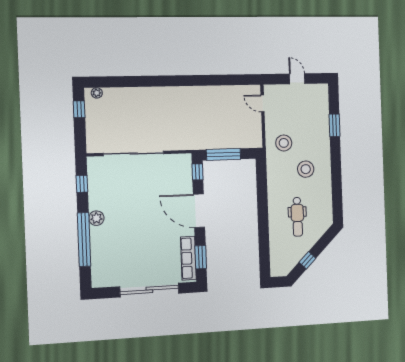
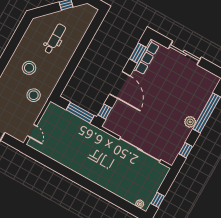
sliding door: (149, 290) -> (185, 53), width x0.73

